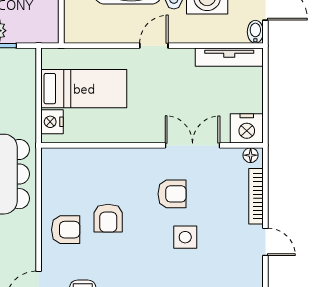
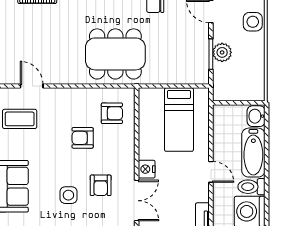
nightstand: (52, 122) -> (147, 169), moved, turned -90
armchair: (66, 230) -> (112, 113), moved, turned -90

